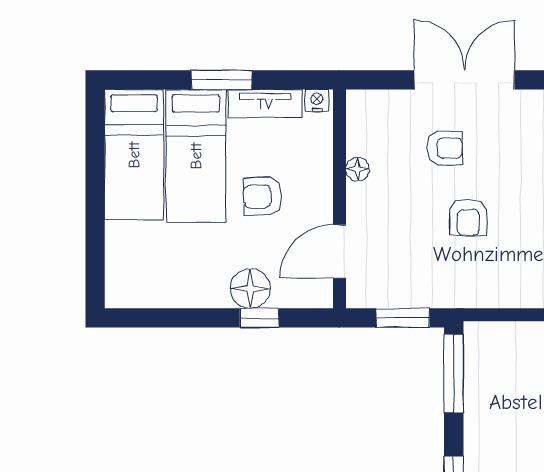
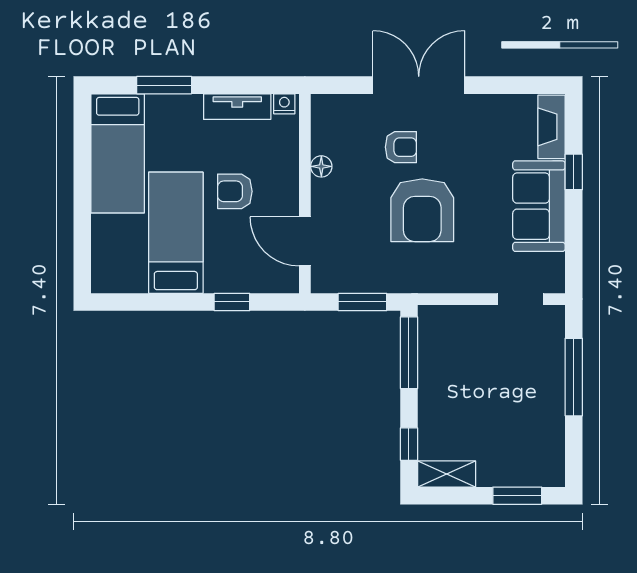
window: (222, 80) -> (164, 85), moved
bed: (196, 156) -> (176, 233), moved, turned 180
armchair: (468, 217) -> (422, 210), width x1.88, depth x1.88
door: (340, 251) -> (305, 241), hinge flipped
floor lamp: (250, 288) -> (224, 275), removed

